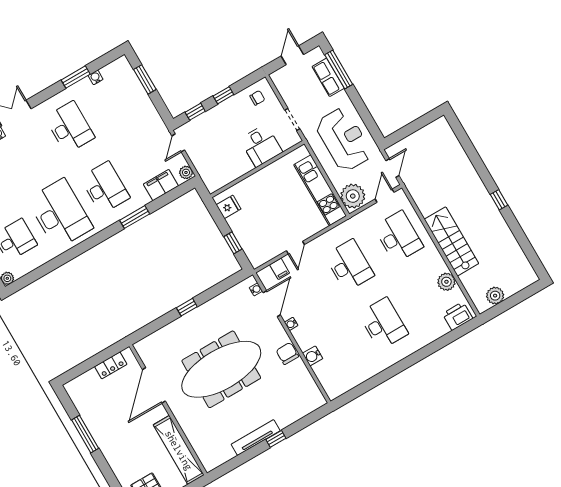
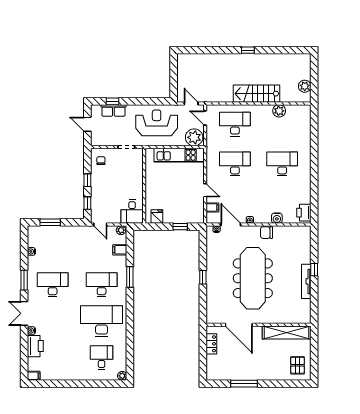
window: (339, 69) -> (112, 101), width x0.46
window: (76, 77) -> (24, 280), moved
desk: (261, 146) -> (132, 212), moved, turned 90
filing cabinet: (161, 185) -> (120, 250), width x0.50
printer: (458, 316) -> (304, 213), moved

